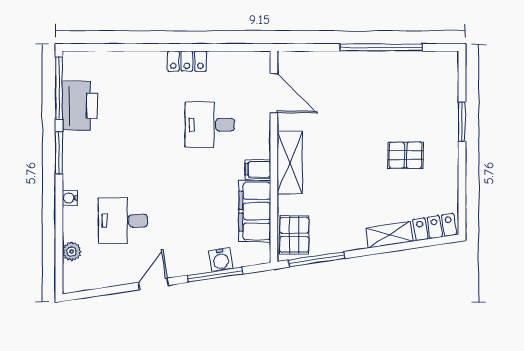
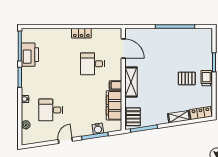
trolley: (446, 155) -> (206, 78), added

